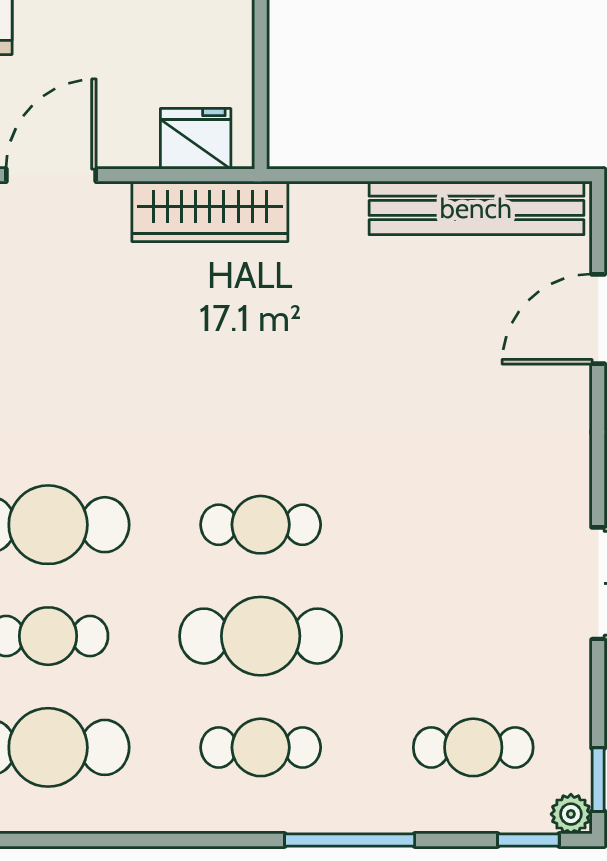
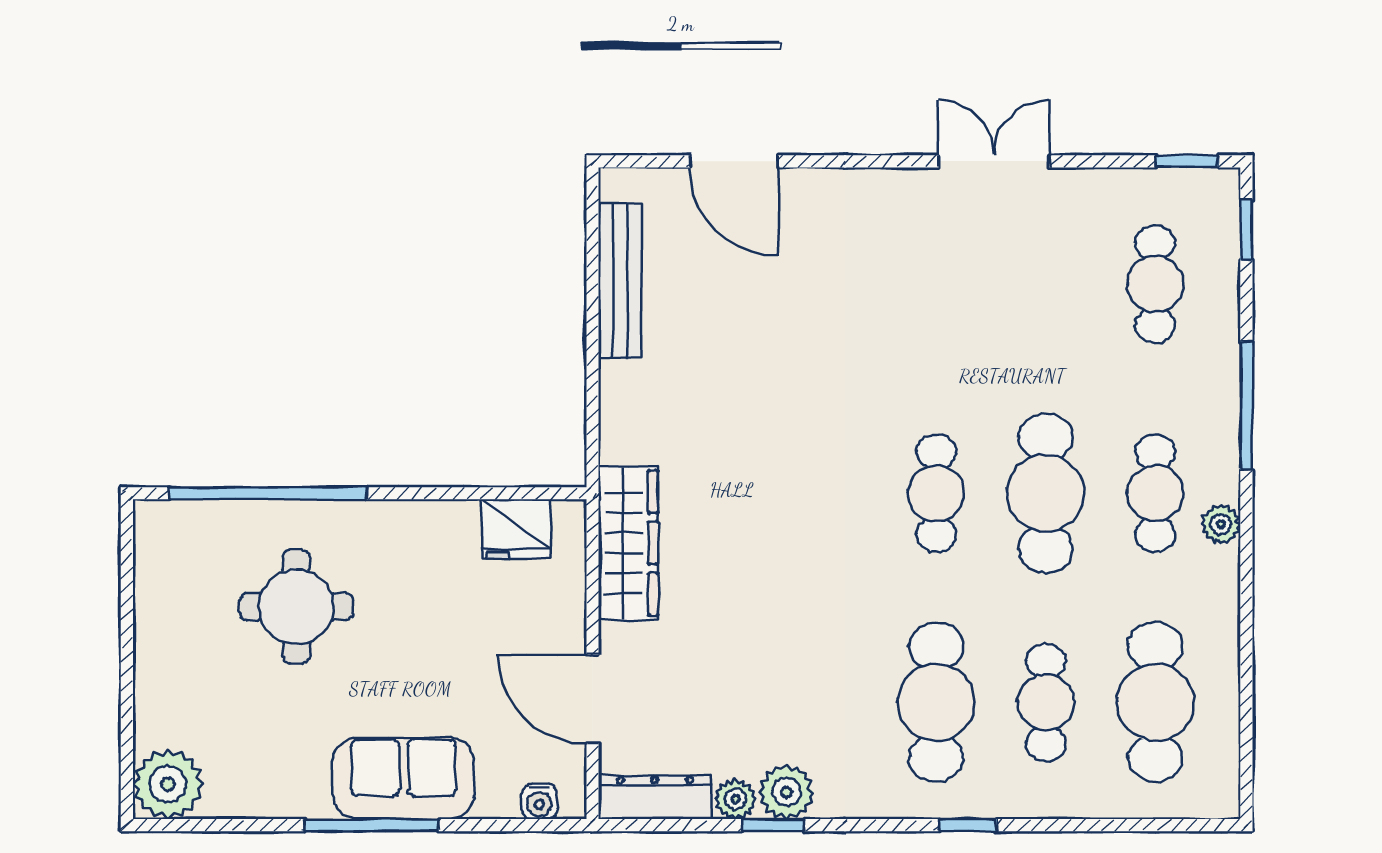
fridge: (196, 139) -> (516, 529), moved, turned -90
bench: (476, 208) -> (620, 281), width x0.73, depth x0.82
plant: (571, 814) -> (1221, 524), moved

